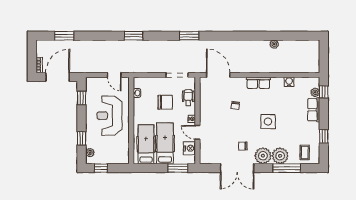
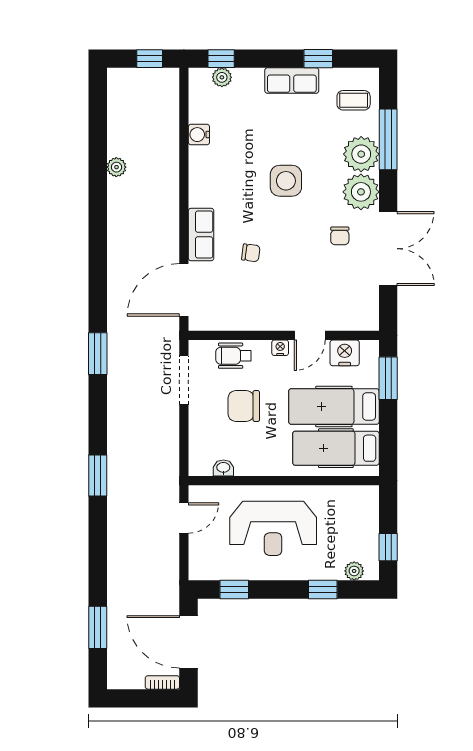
window: (324, 59) -> (150, 59), added
row of seats: (258, 83) -> (201, 235), moved
chair: (165, 102) -> (244, 406), turned -90
row of seats: (314, 110) -> (292, 81), moved

